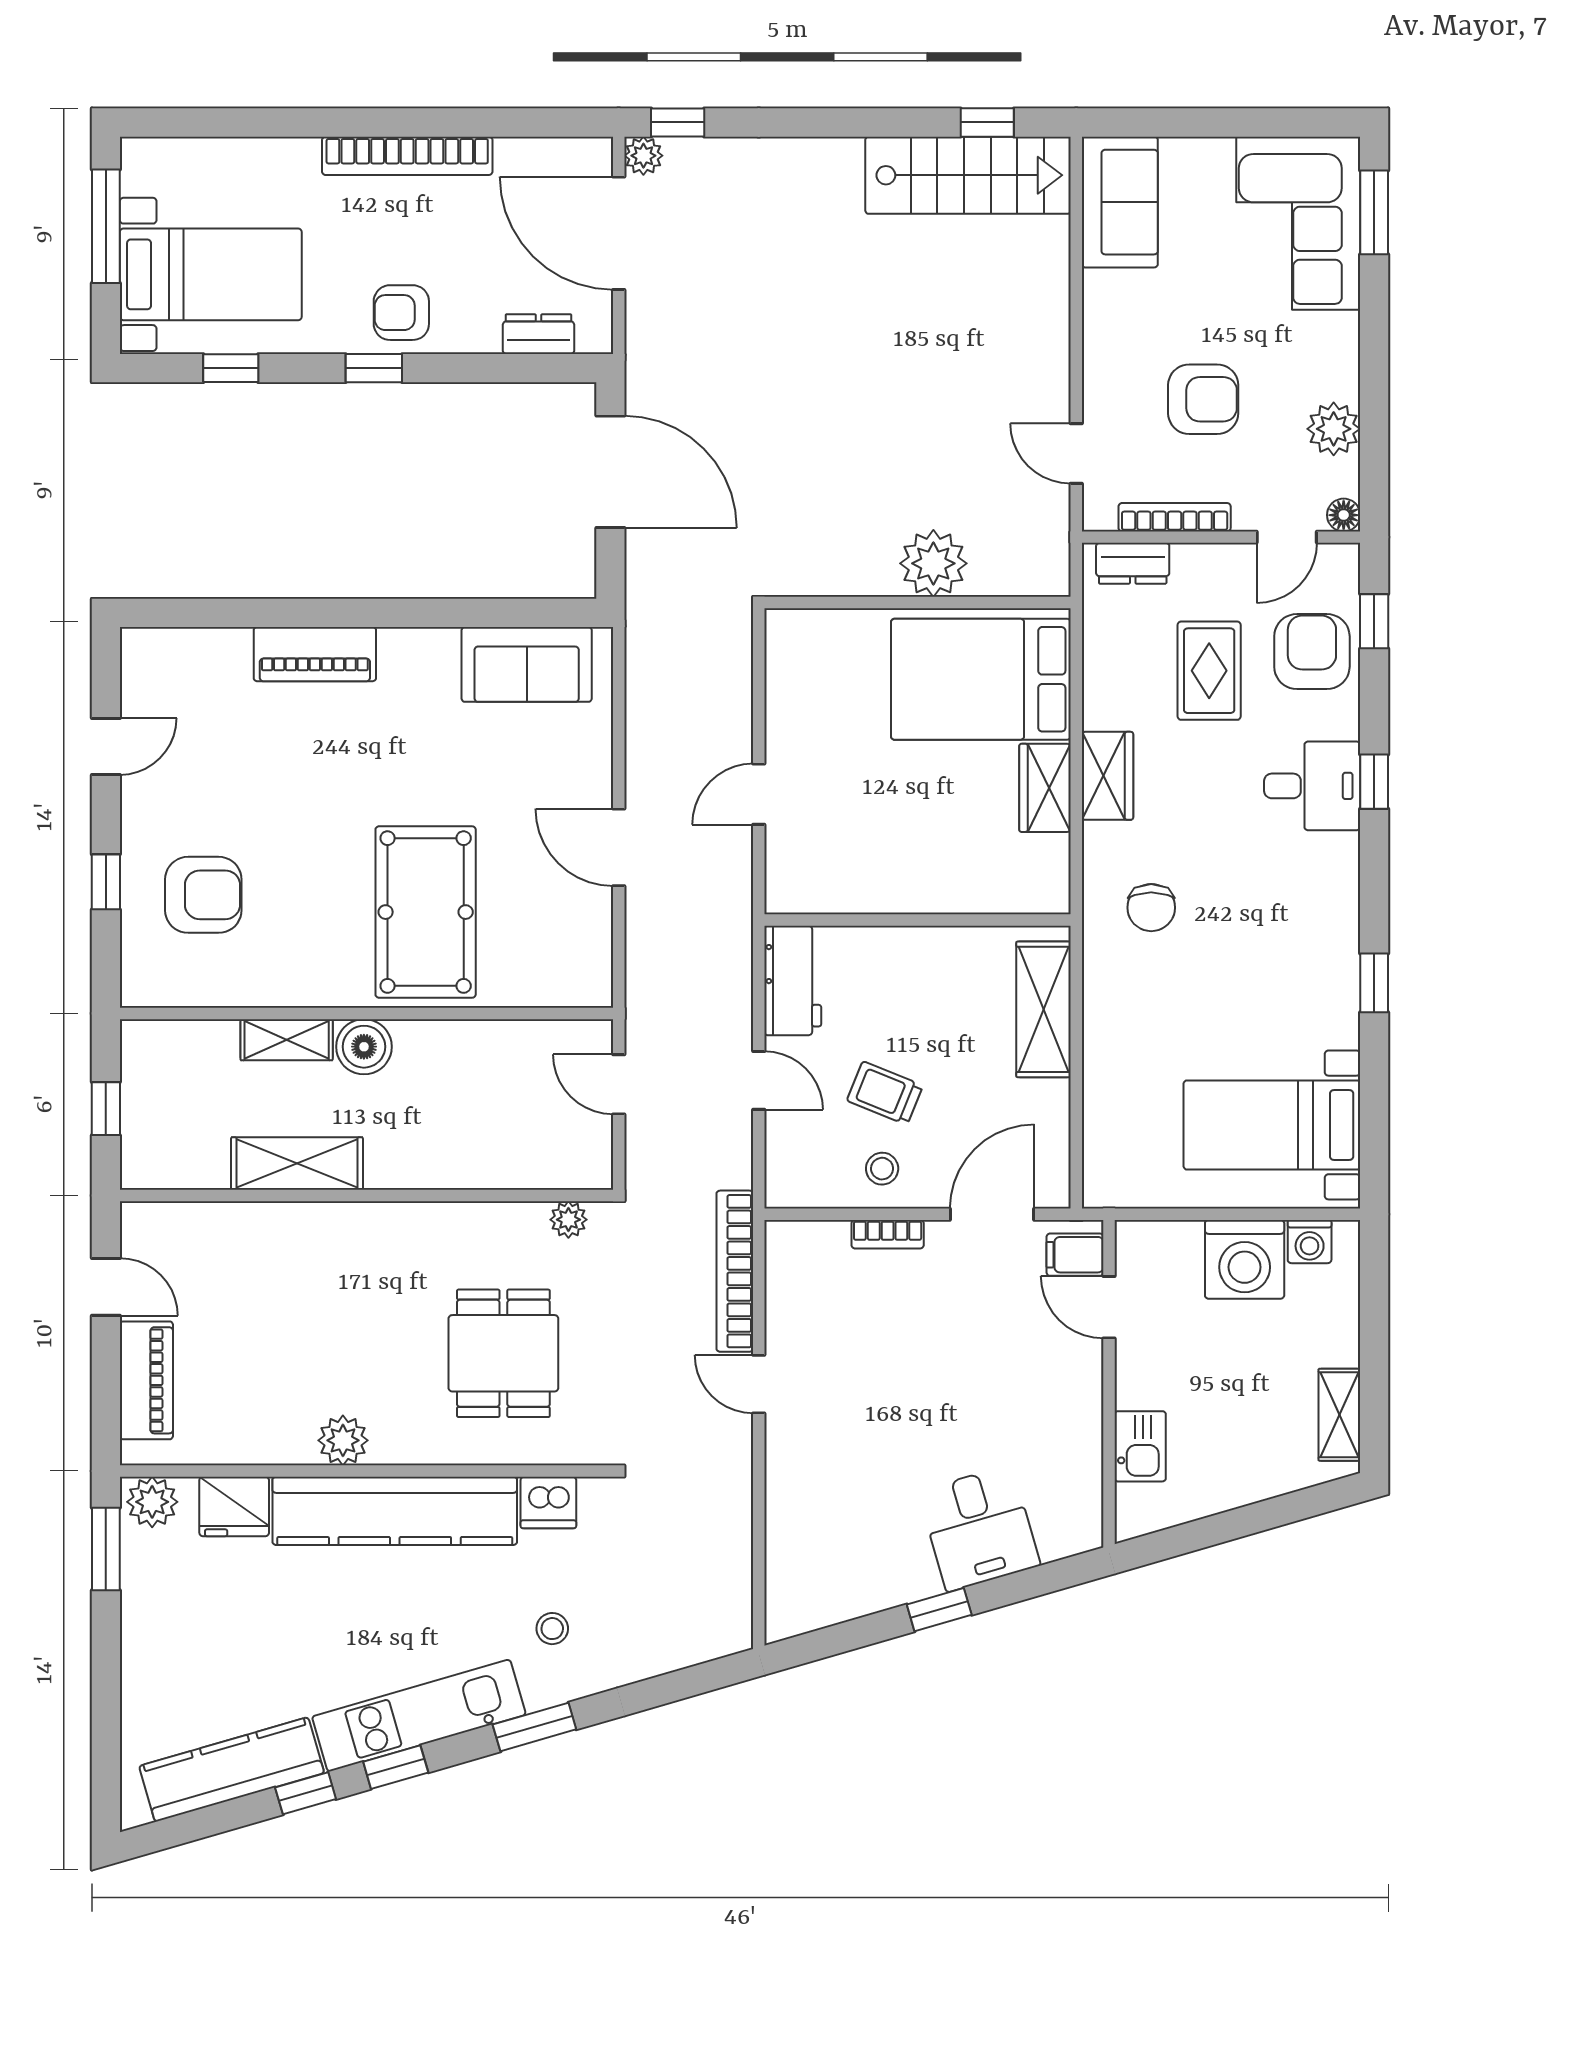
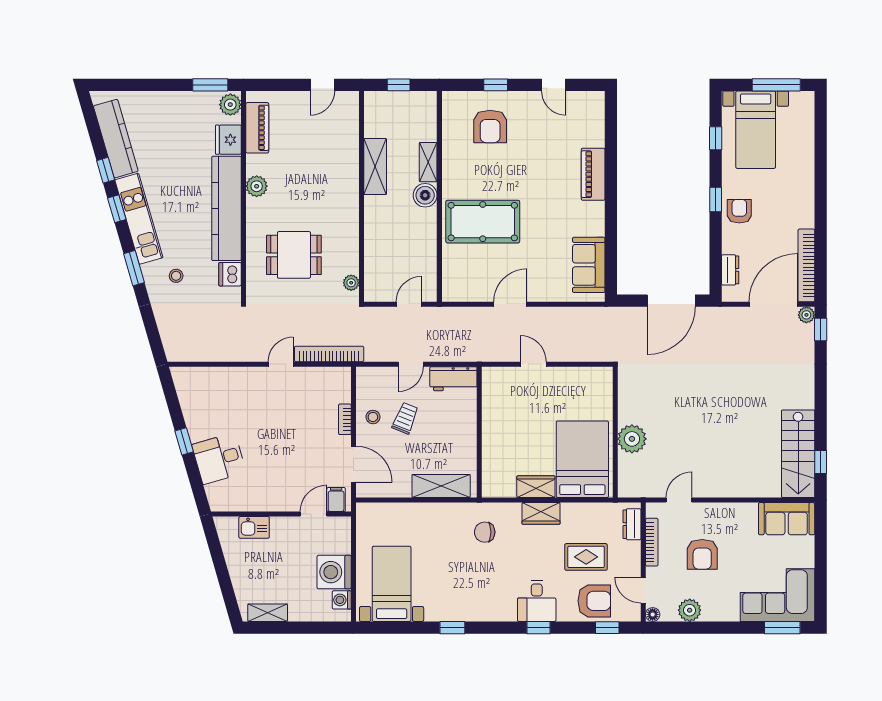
bookcase: (407, 156) -> (806, 265), moved
piano: (146, 1380) -> (257, 128), moved, turned -90

